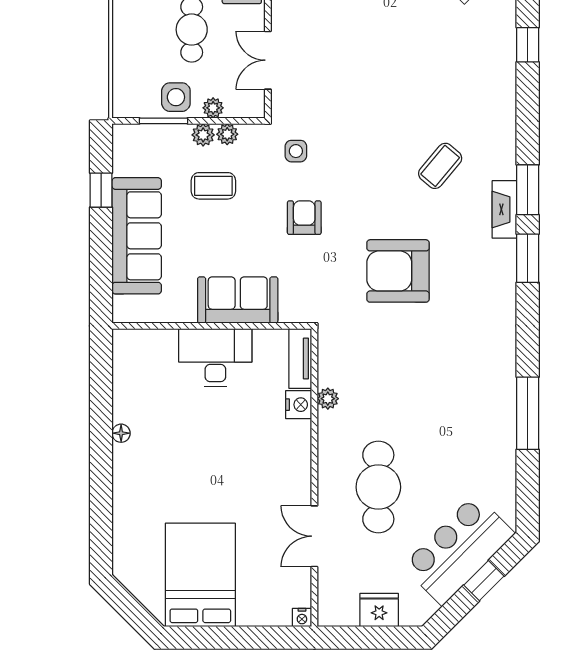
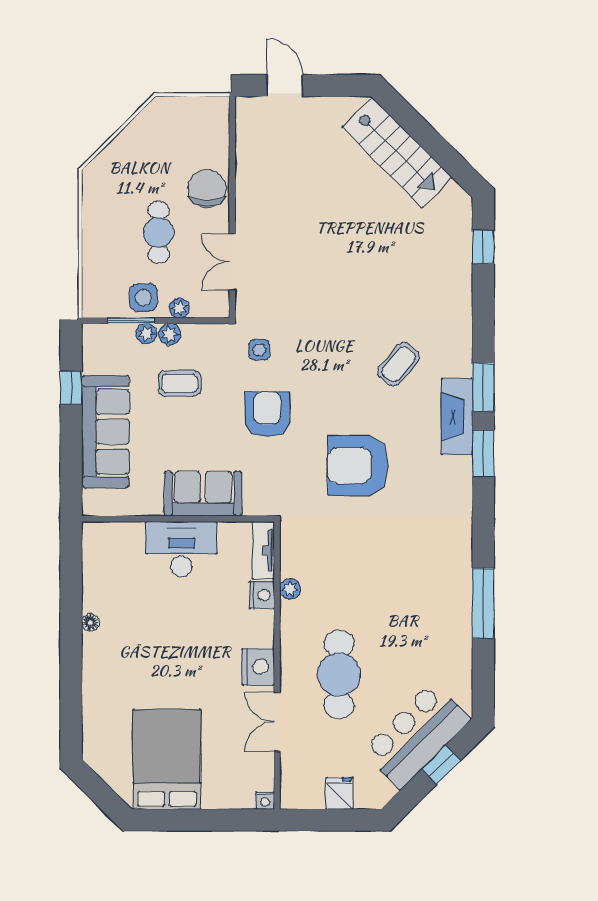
plant: (227, 134) -> (146, 334), moved
fireplace: (504, 209) -> (457, 417), width x1.37, depth x1.32
armchair: (304, 218) -> (267, 414), width x1.38, depth x1.38
nightstand: (295, 479) -> (258, 667), added
fridge: (379, 610) -> (340, 793), width x0.72

